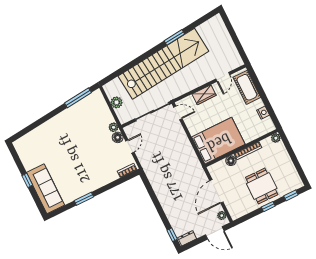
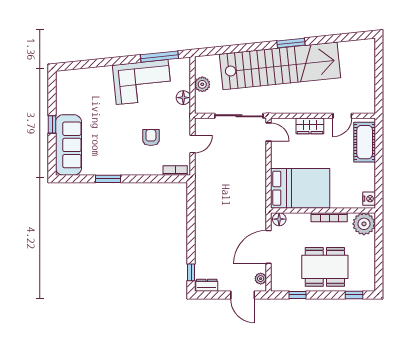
window: (174, 37) -> (291, 43), moved
nightstand: (263, 113) -> (369, 199), moved
corner sofa: (75, 121) -> (142, 82), added
plant: (113, 127) -> (184, 112), removed
floor lamp: (118, 137) -> (183, 98), moved
plant: (276, 138) -> (364, 224), width x1.88, depth x1.88
armchair: (99, 156) -> (151, 138), added
floor lamp: (231, 161) -> (279, 219), moved
dining table: (262, 186) -> (325, 267), width x1.38
window: (268, 207) -> (297, 295), moved

